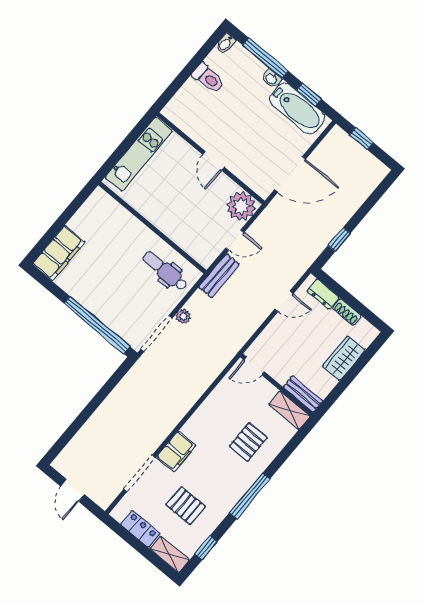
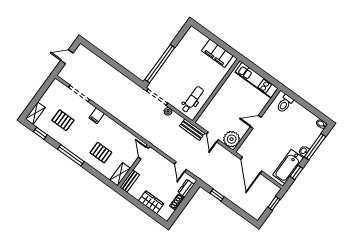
toilet: (208, 78) -> (285, 104), moved
filing cabinet: (59, 253) -> (217, 53), moved
filing cabinet: (176, 451) -> (97, 116), width x0.50
pallet: (186, 506) -> (63, 120), turned 90
locker: (140, 529) -> (48, 96), removed

